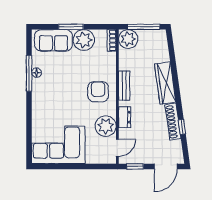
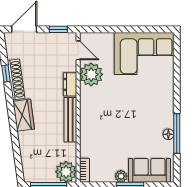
plant: (84, 40) -> (121, 176), width x0.53, depth x0.53
wardrobe: (165, 83) -> (24, 115), width x0.67
bench: (124, 86) -> (70, 120), width x1.36
armchair: (98, 92) -> (100, 113), removed
door: (117, 148) -> (78, 50), swing flipped

